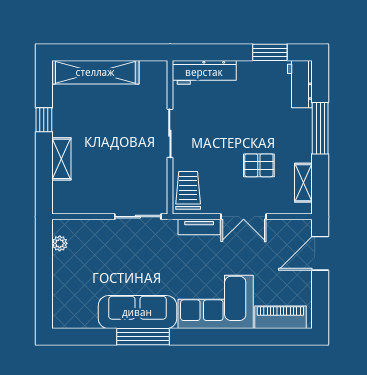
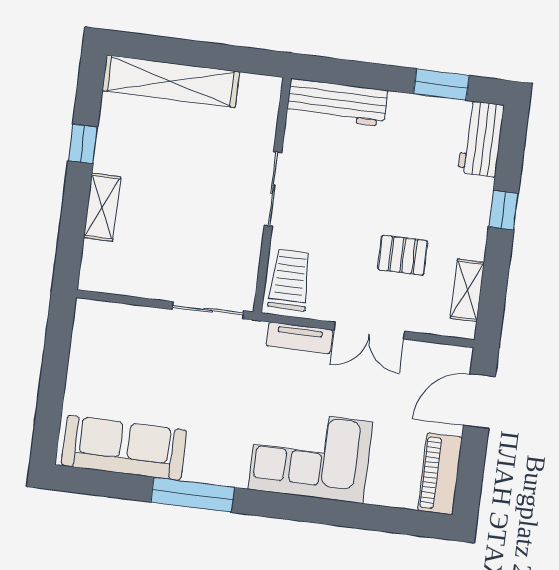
window: (320, 128) -> (504, 210), width x0.46
plant: (60, 243) -> (83, 336), removed
sofa: (137, 312) -> (124, 448), moved
piano: (280, 317) -> (440, 474), moved, turned -90

